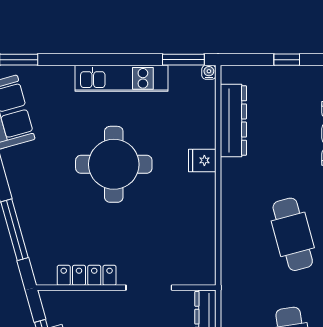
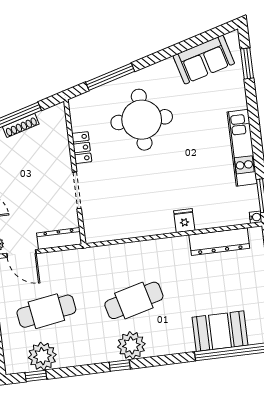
round table: (114, 164) -> (142, 120), moved
locker: (87, 275) -> (82, 148), width x0.66

